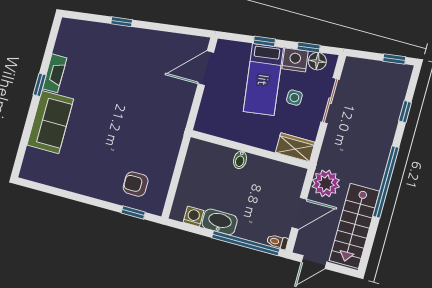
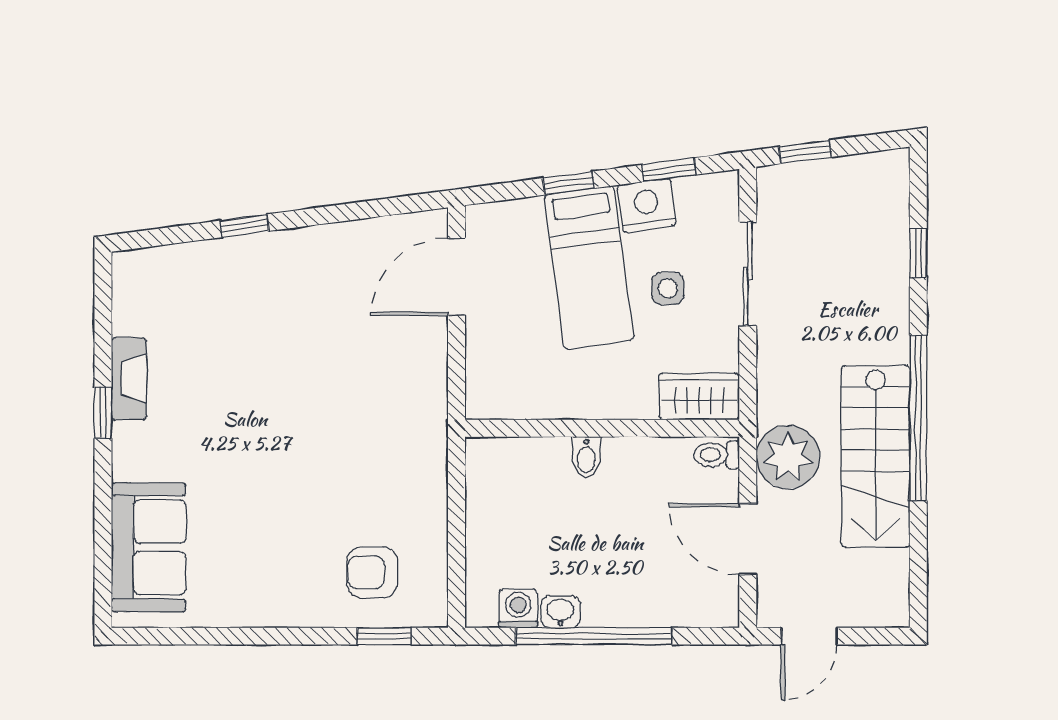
window: (394, 59) -> (805, 152), moved
floor lamp: (317, 61) -> (696, 195), removed
sofa: (50, 122) -> (149, 547), moved
door: (299, 213) -> (748, 539), swing flipped
washbasin: (220, 222) -> (561, 612), width x0.52, depth x0.69
stairs: (354, 226) -> (876, 456), moved
toilet: (277, 242) -> (717, 455), moved
window: (246, 243) -> (594, 636), moved

